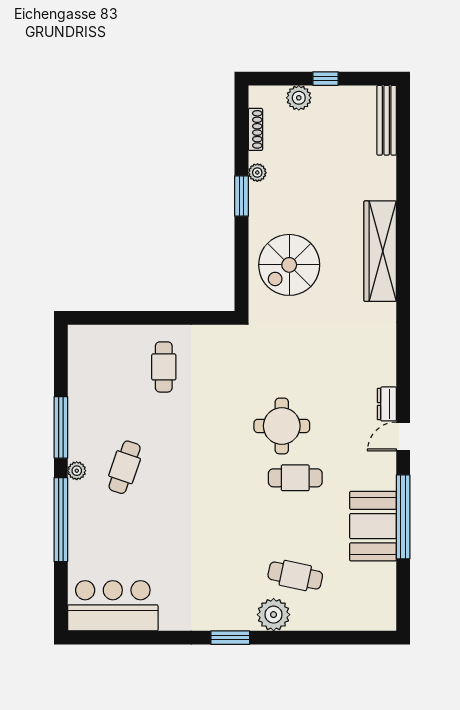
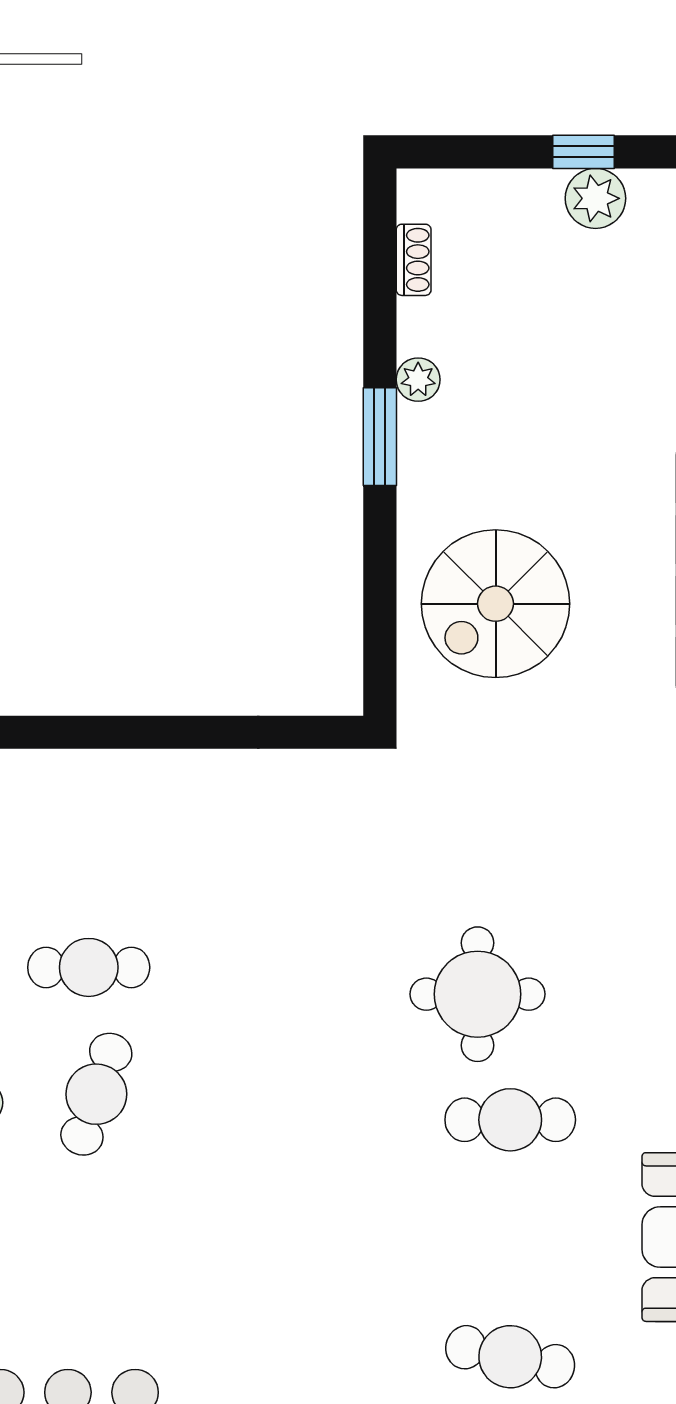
plant: (299, 98) -> (595, 198), moved
shoe rack: (255, 129) -> (414, 260), width x0.70
cafe table: (164, 367) -> (89, 967), moved, turned 90

